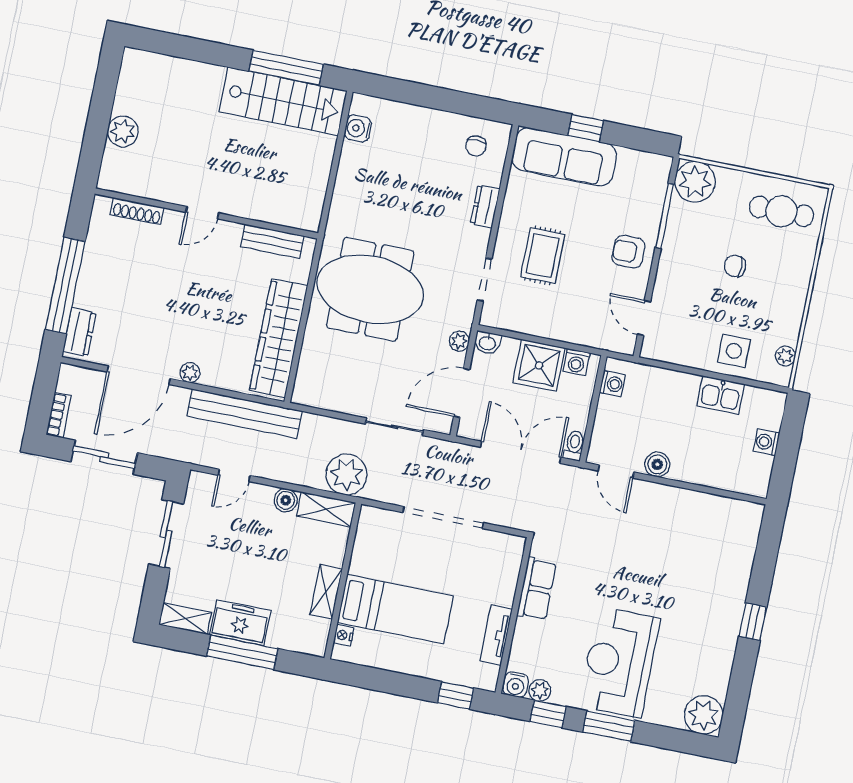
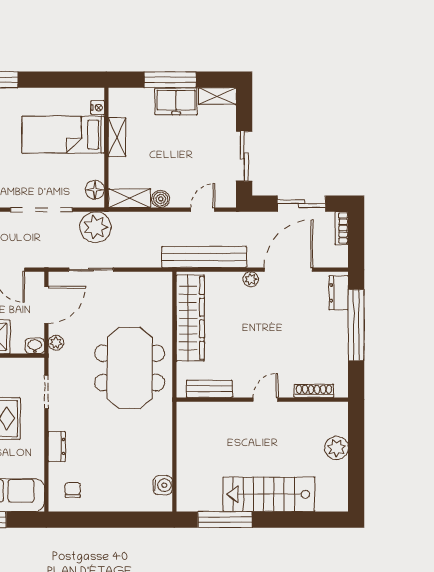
stairs: (283, 101) -> (269, 494), moved
meeting table: (370, 289) -> (130, 368), turned 90
plant: (346, 474) -> (95, 227), moved
floor lamp: (369, 529) -> (95, 190), added

